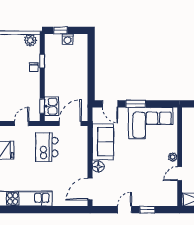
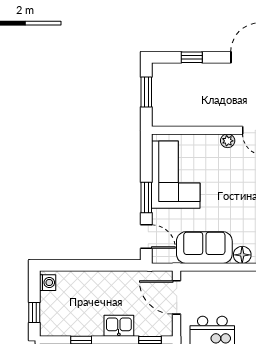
washing machine: (68, 39) -> (48, 283), moved
door: (110, 104) -> (146, 237), hinge flipped
kitchen sink: (52, 106) -> (119, 326), moved

